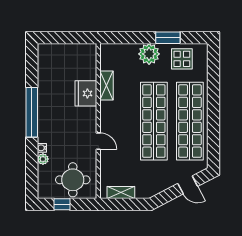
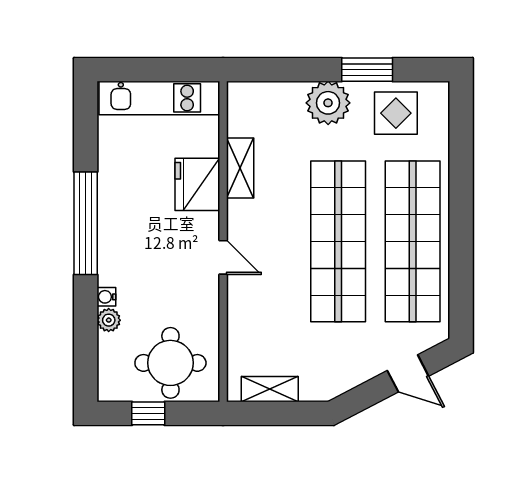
kitchen unit: (67, 52) -> (159, 98), added
door: (98, 141) -> (223, 257), moved

